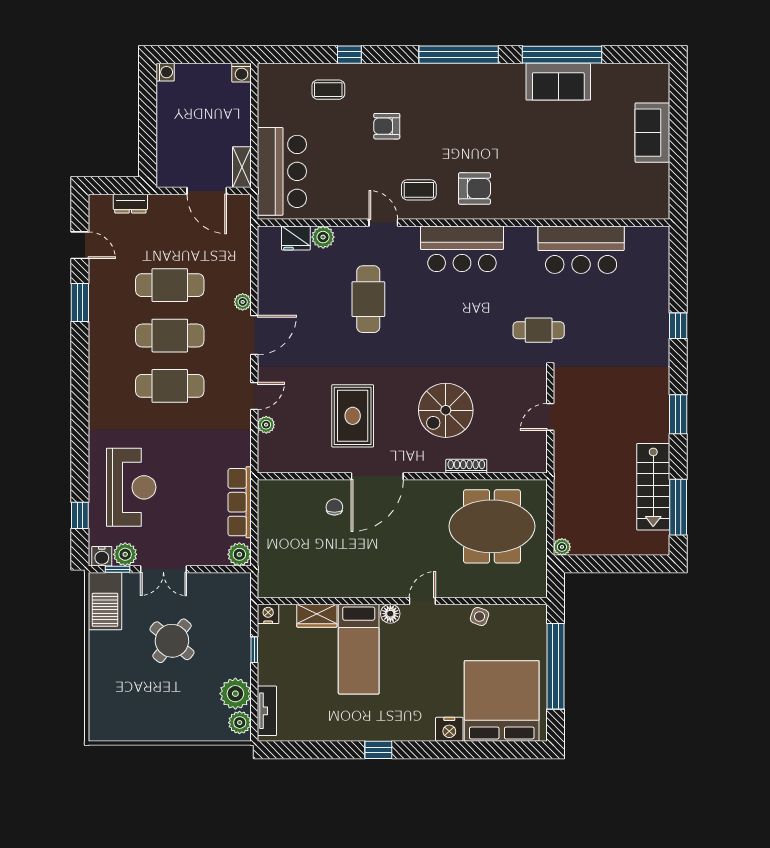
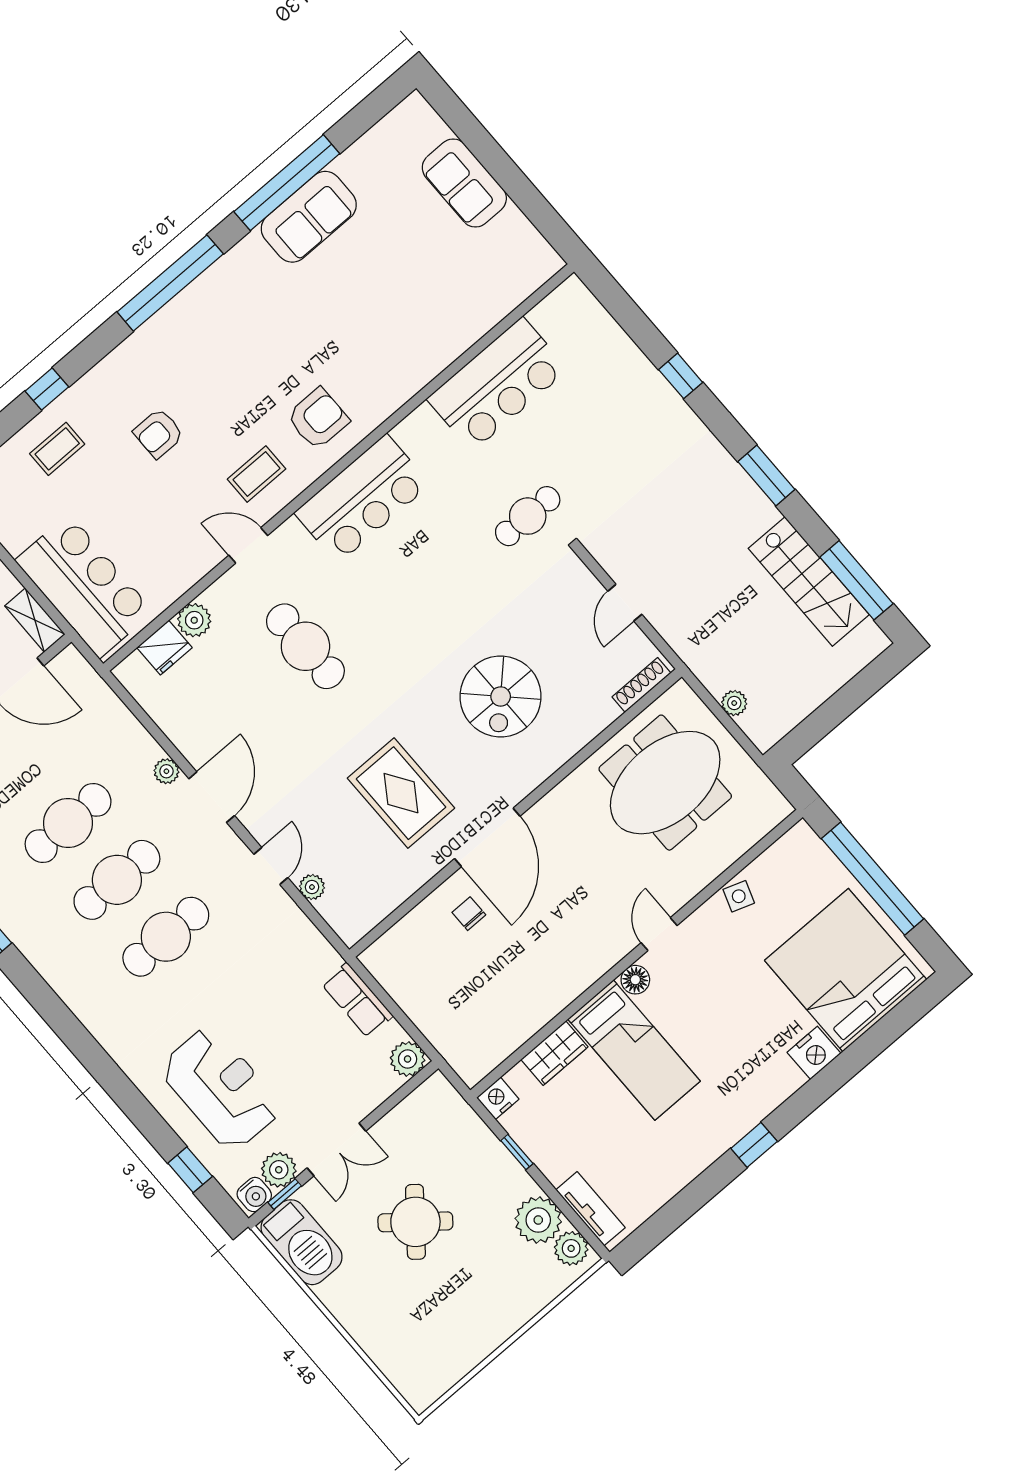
shoe rack: (466, 466) -> (641, 685), moved
row of seats: (240, 502) -> (357, 1000), width x0.68
plant: (562, 547) -> (734, 703), moved

